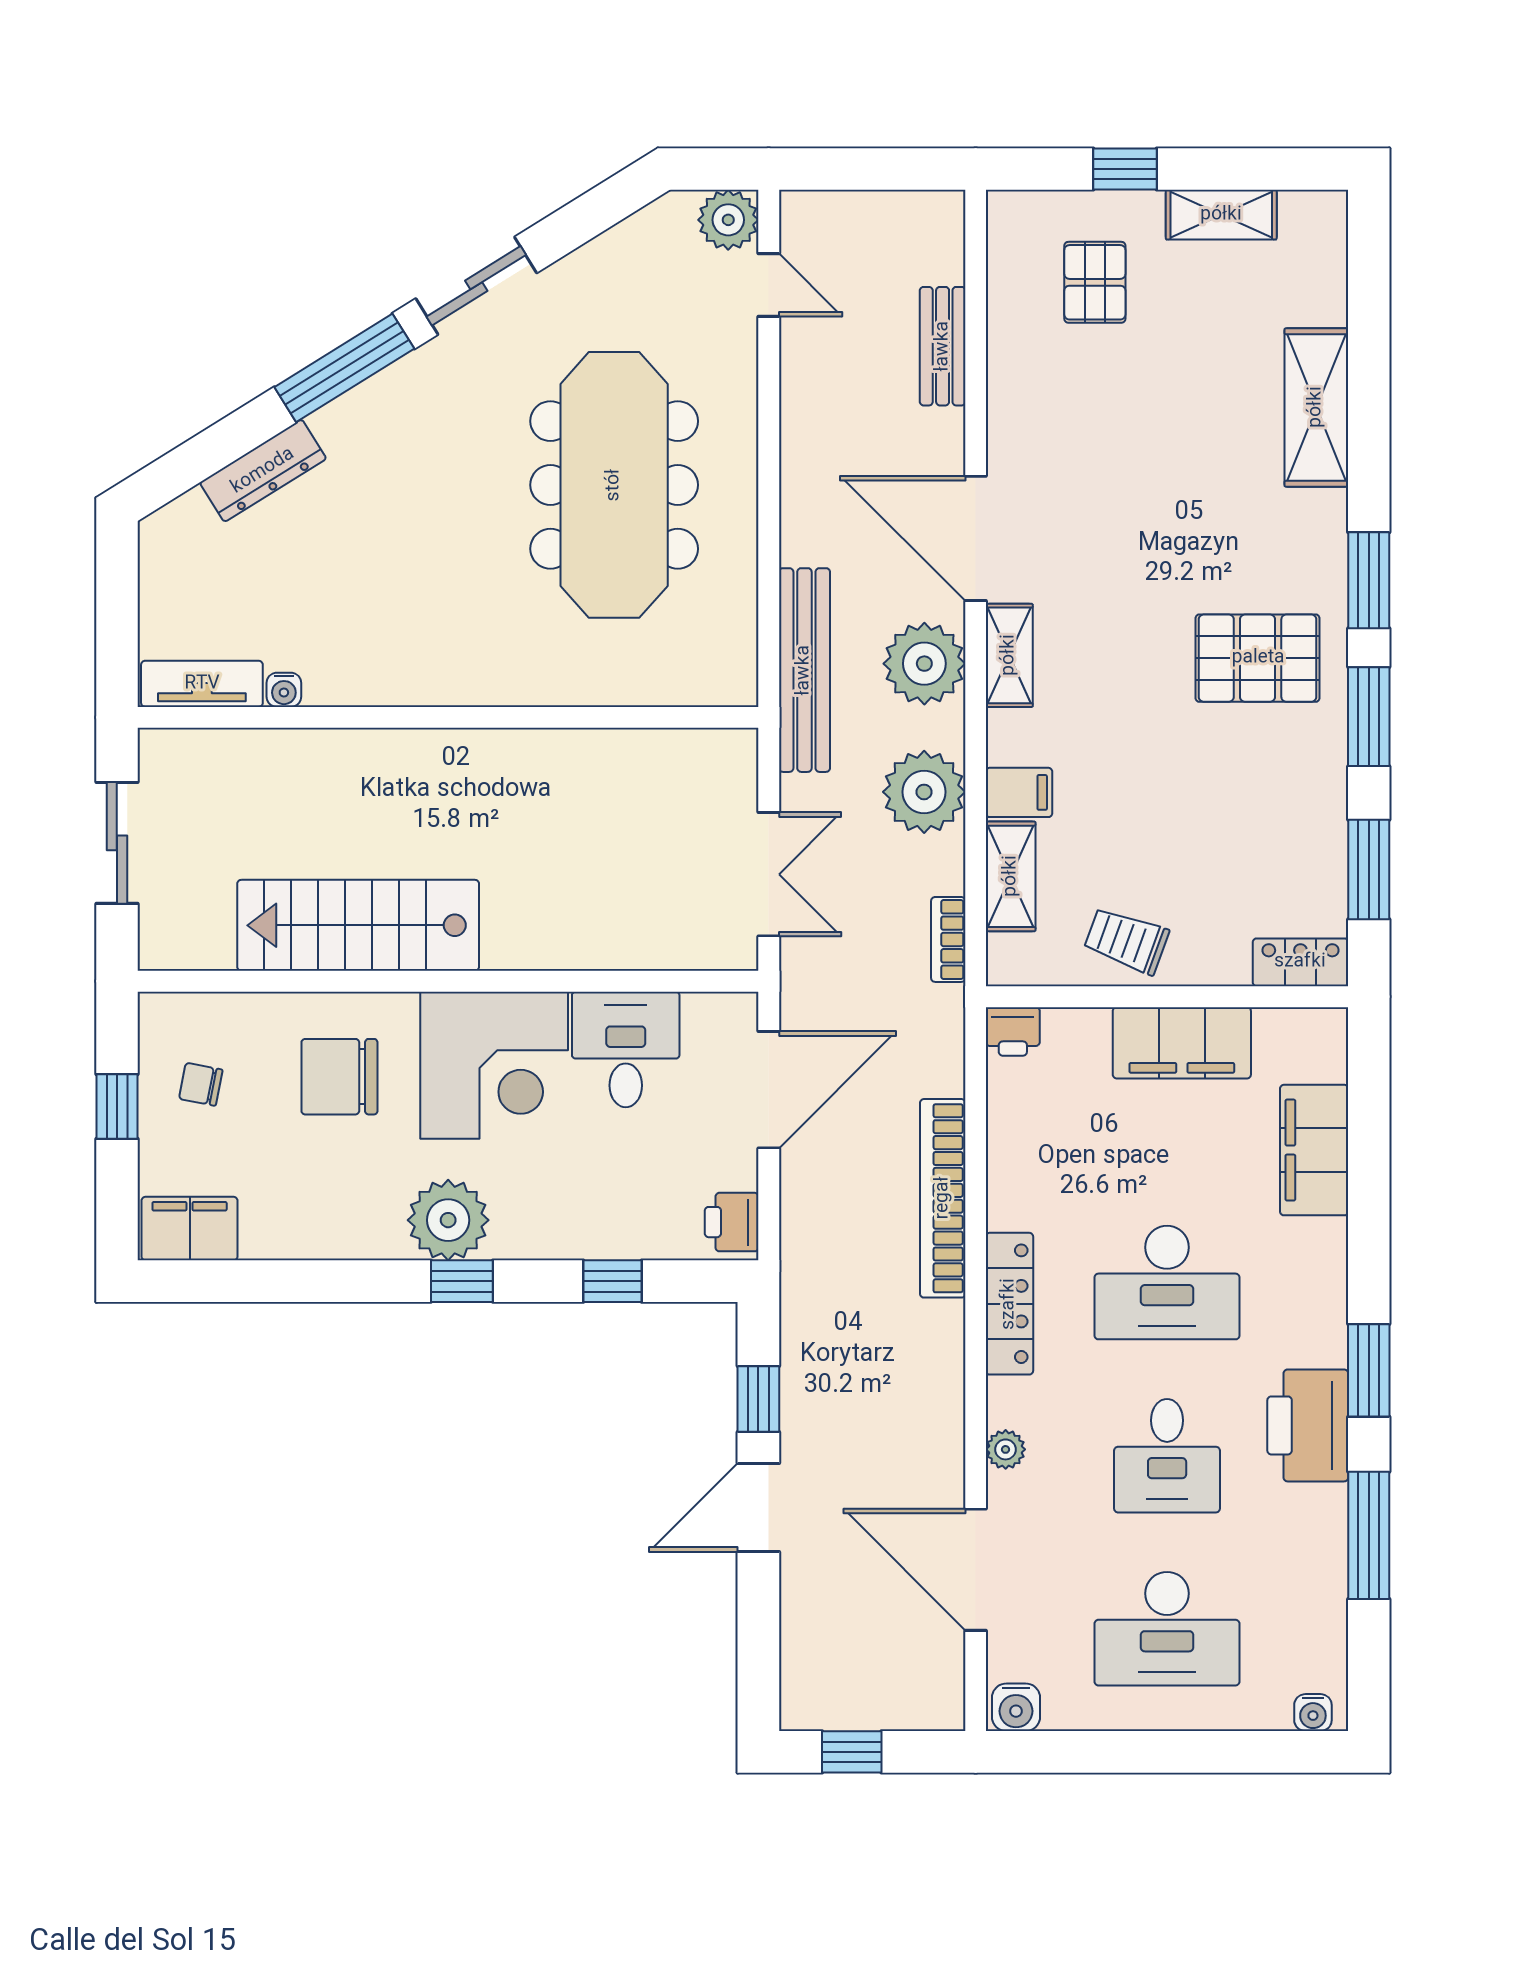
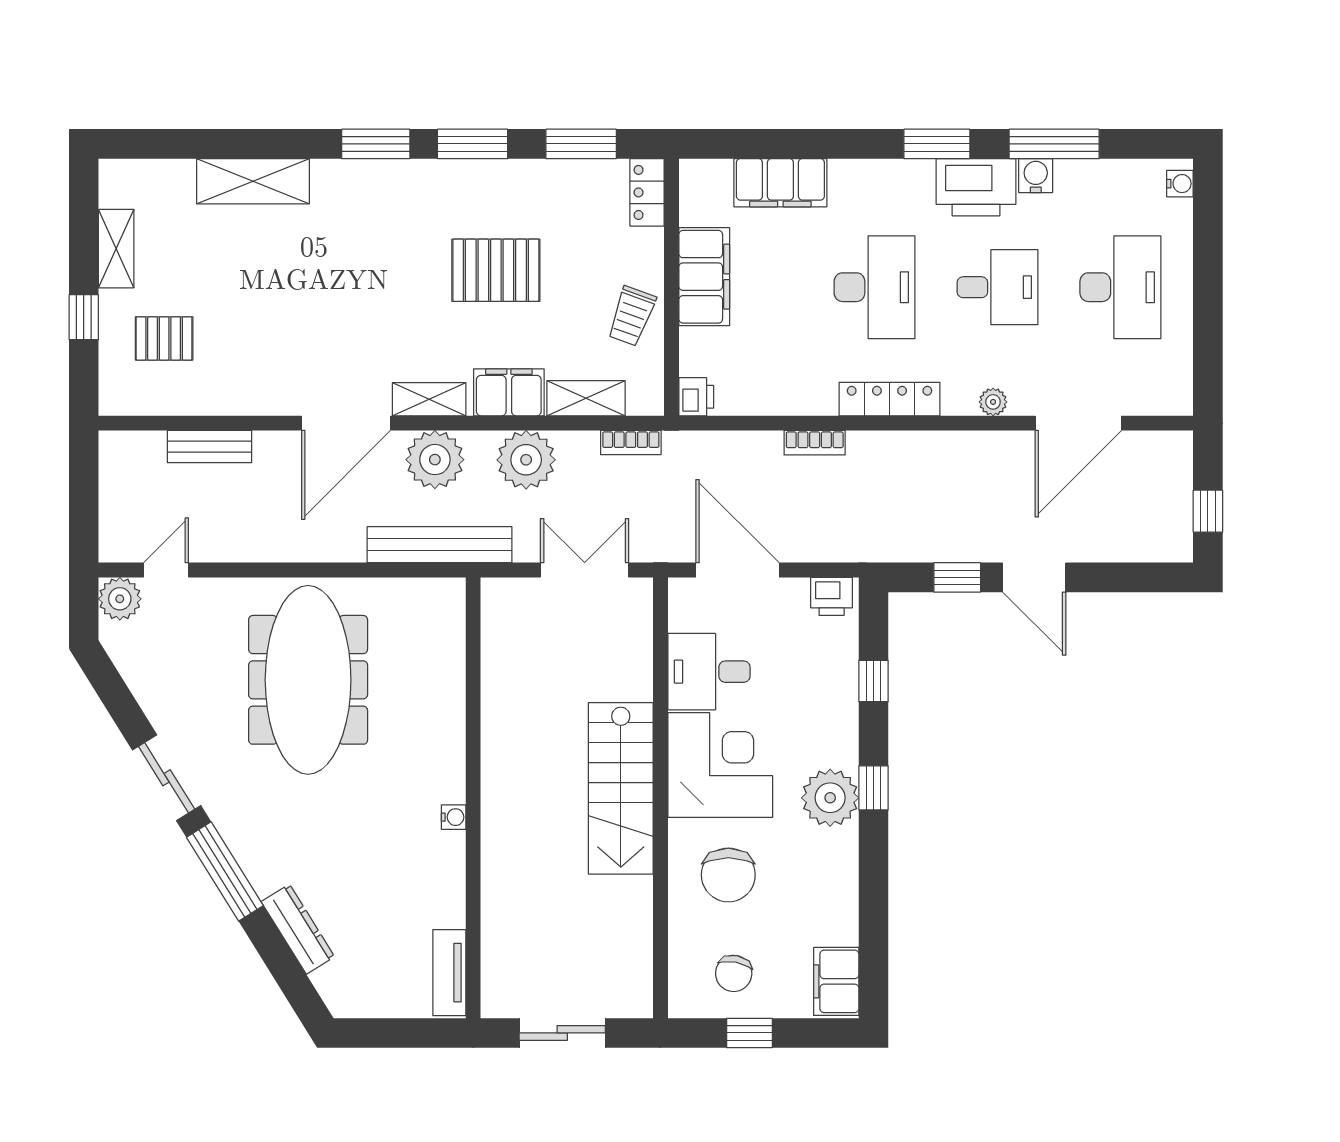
meeting table: (614, 485) -> (308, 680), turned 90
pallet: (1258, 658) -> (496, 270), moved, turned 90
water cooler: (284, 690) -> (454, 817), moved
filing cabinet: (1019, 792) -> (509, 392), width x2.00
stairs: (358, 925) -> (621, 788), moved
chair: (201, 1084) -> (734, 973), width x1.37, depth x1.37
bookcase: (943, 1198) -> (815, 443), width x0.43, depth x0.76
water cooler: (1016, 1707) -> (1036, 176), moved, turned -90

